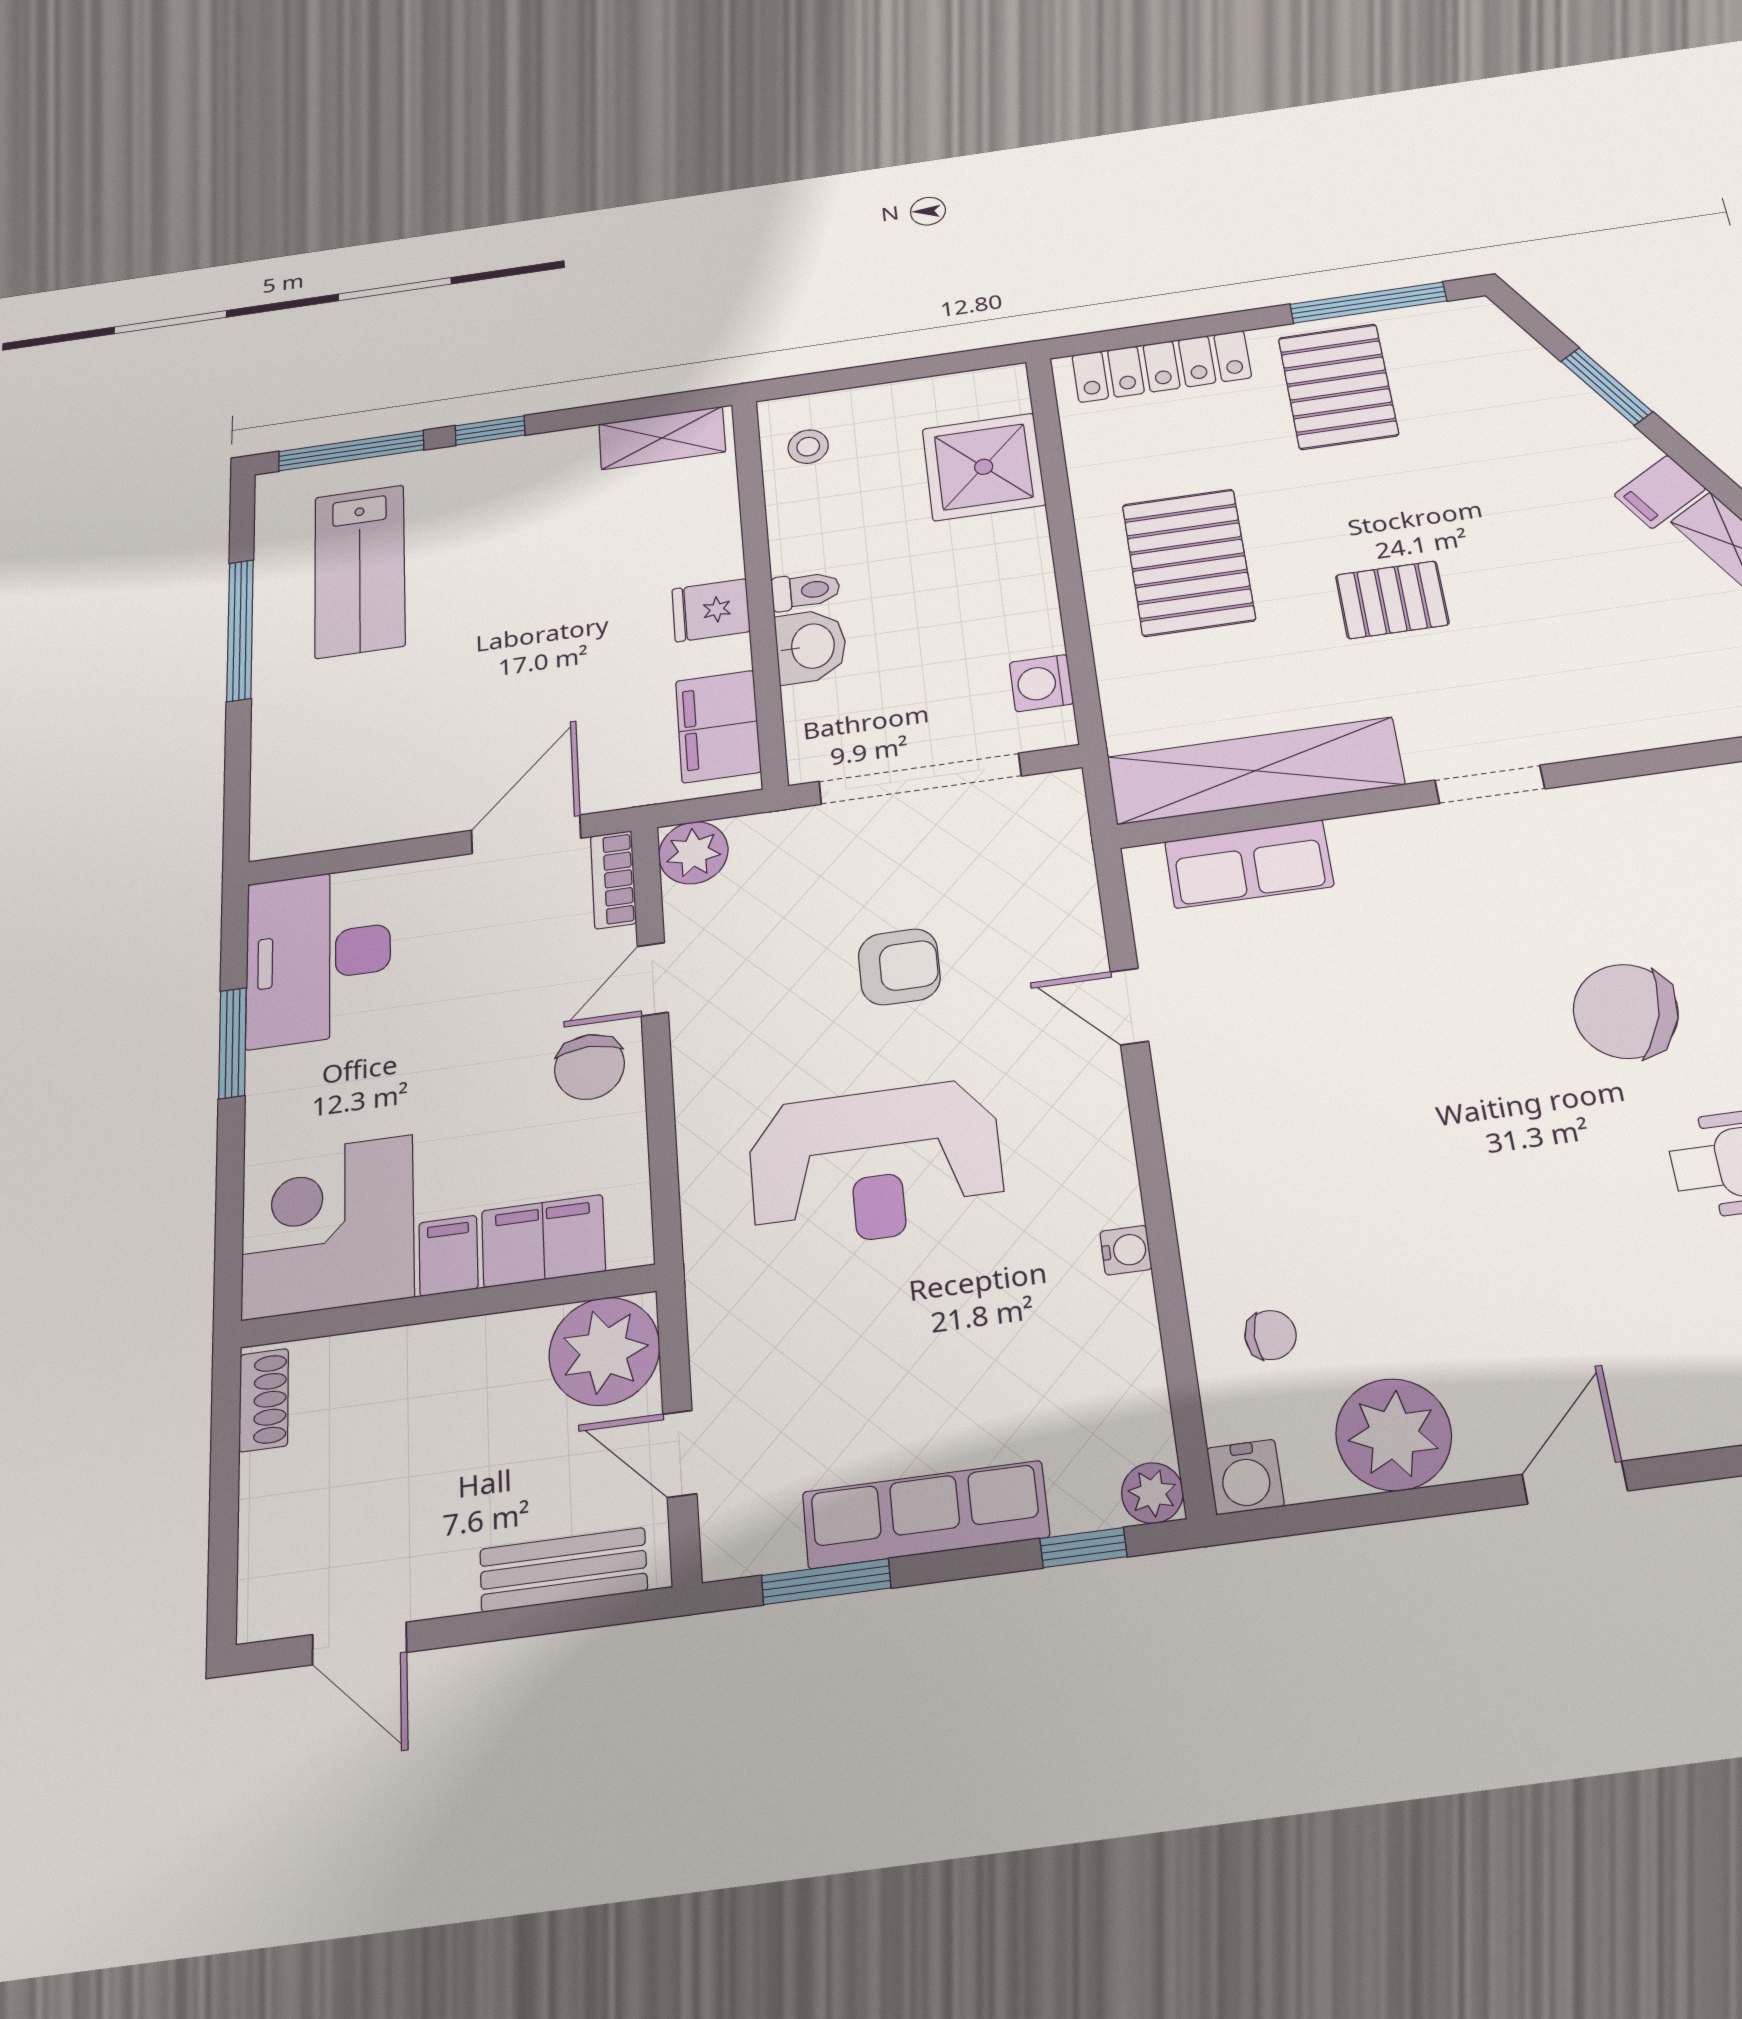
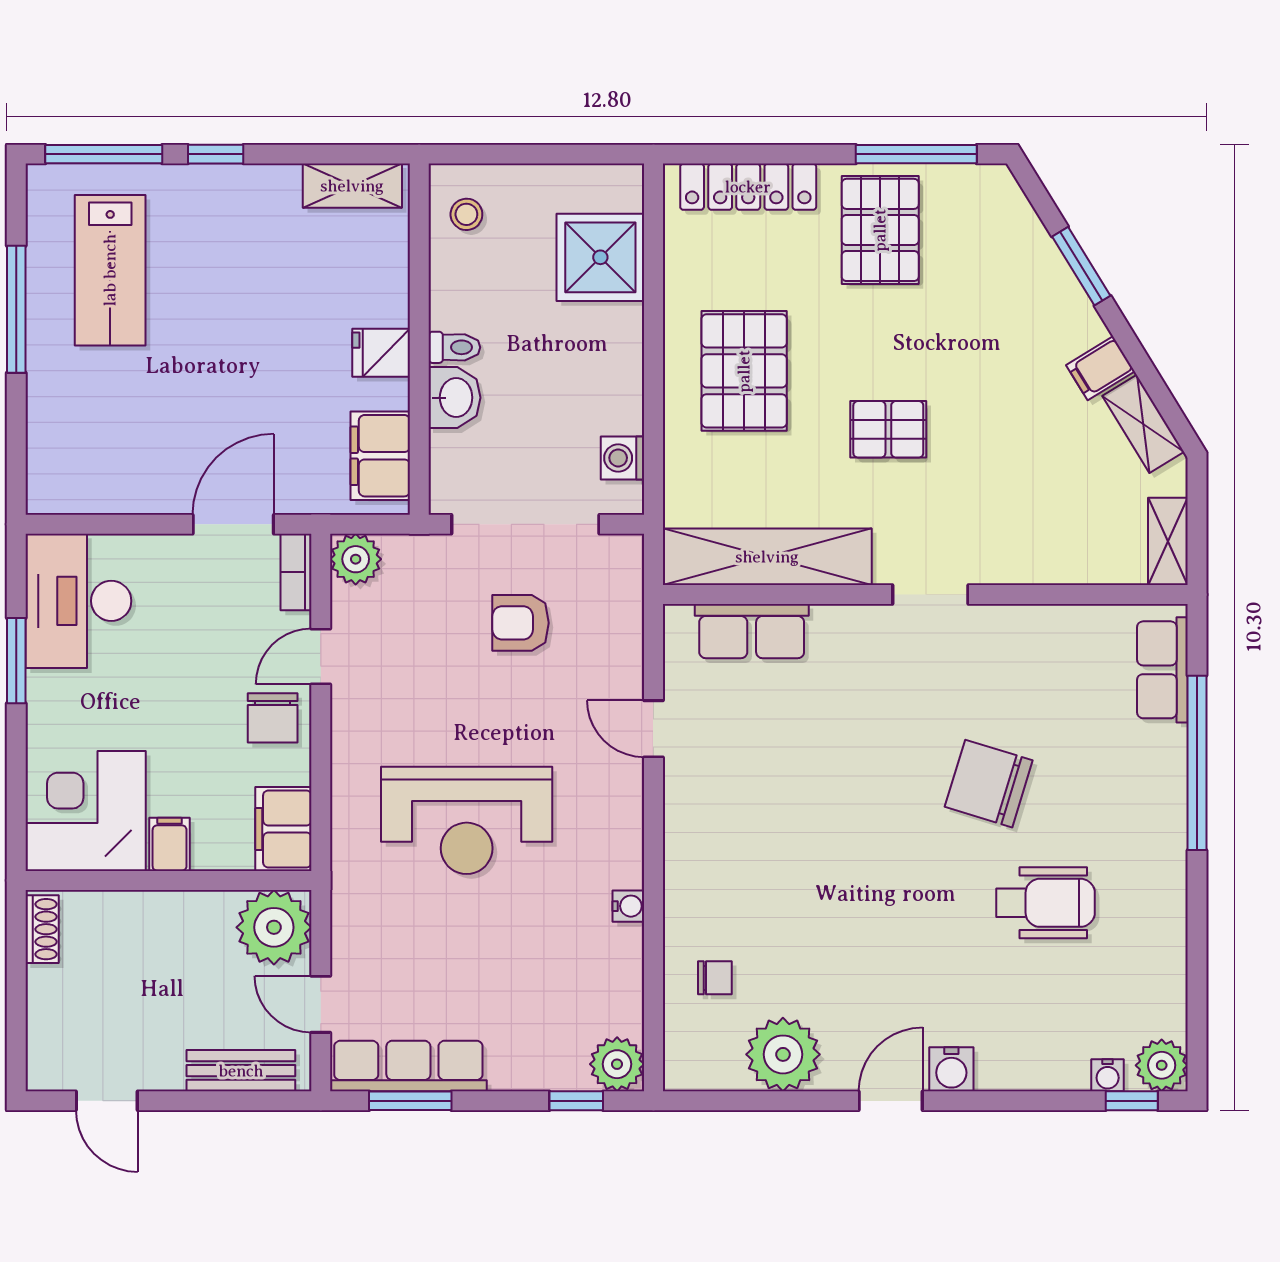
armchair: (899, 967) -> (520, 623), moved, turned 180
filing cabinet: (543, 1241) -> (283, 829), moved, turned -90
water cooler: (1245, 1477) -> (951, 1069), moved
plant: (1152, 1493) -> (617, 1064), width x1.38, depth x1.38
row of seats: (925, 1515) -> (408, 1066), moved

